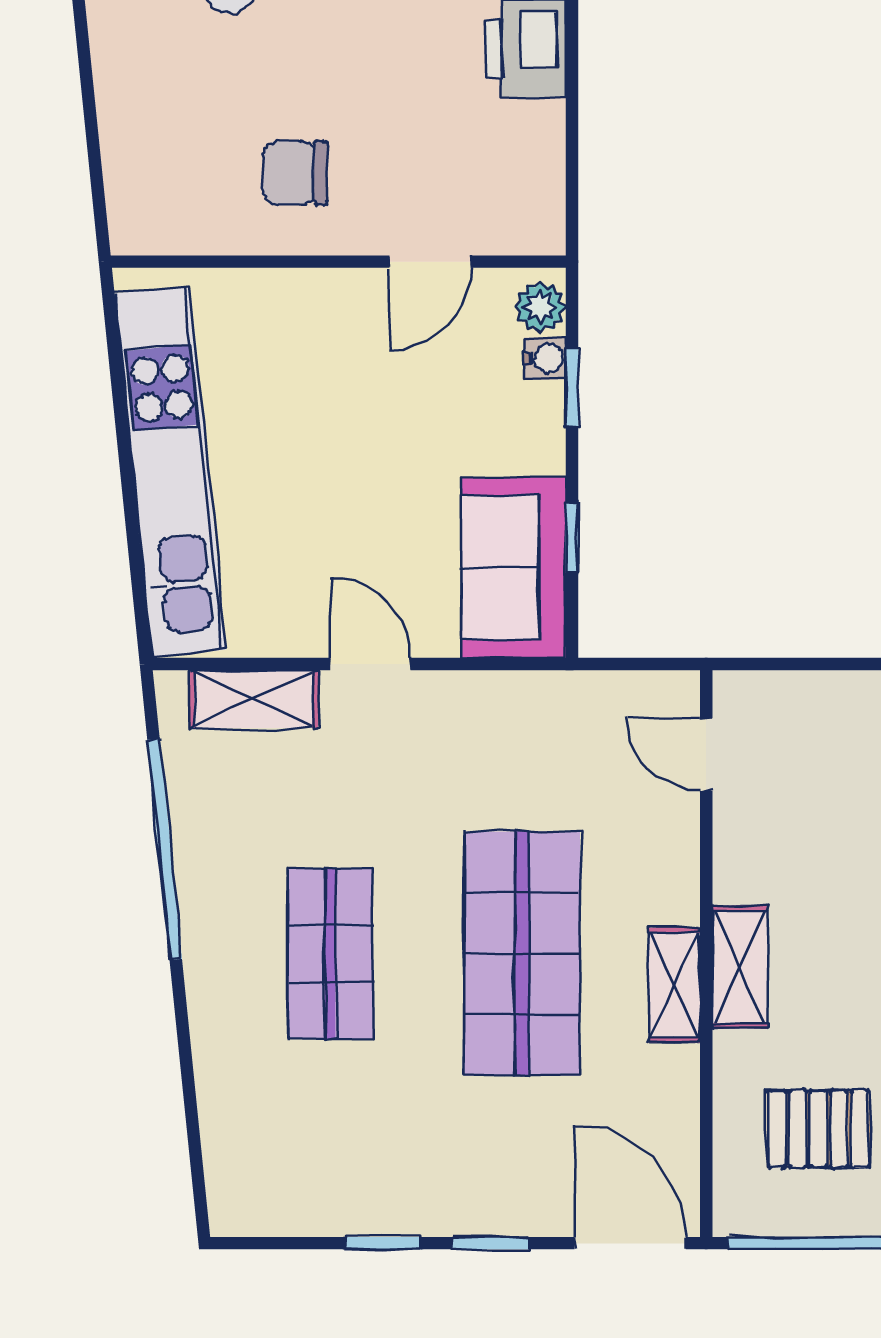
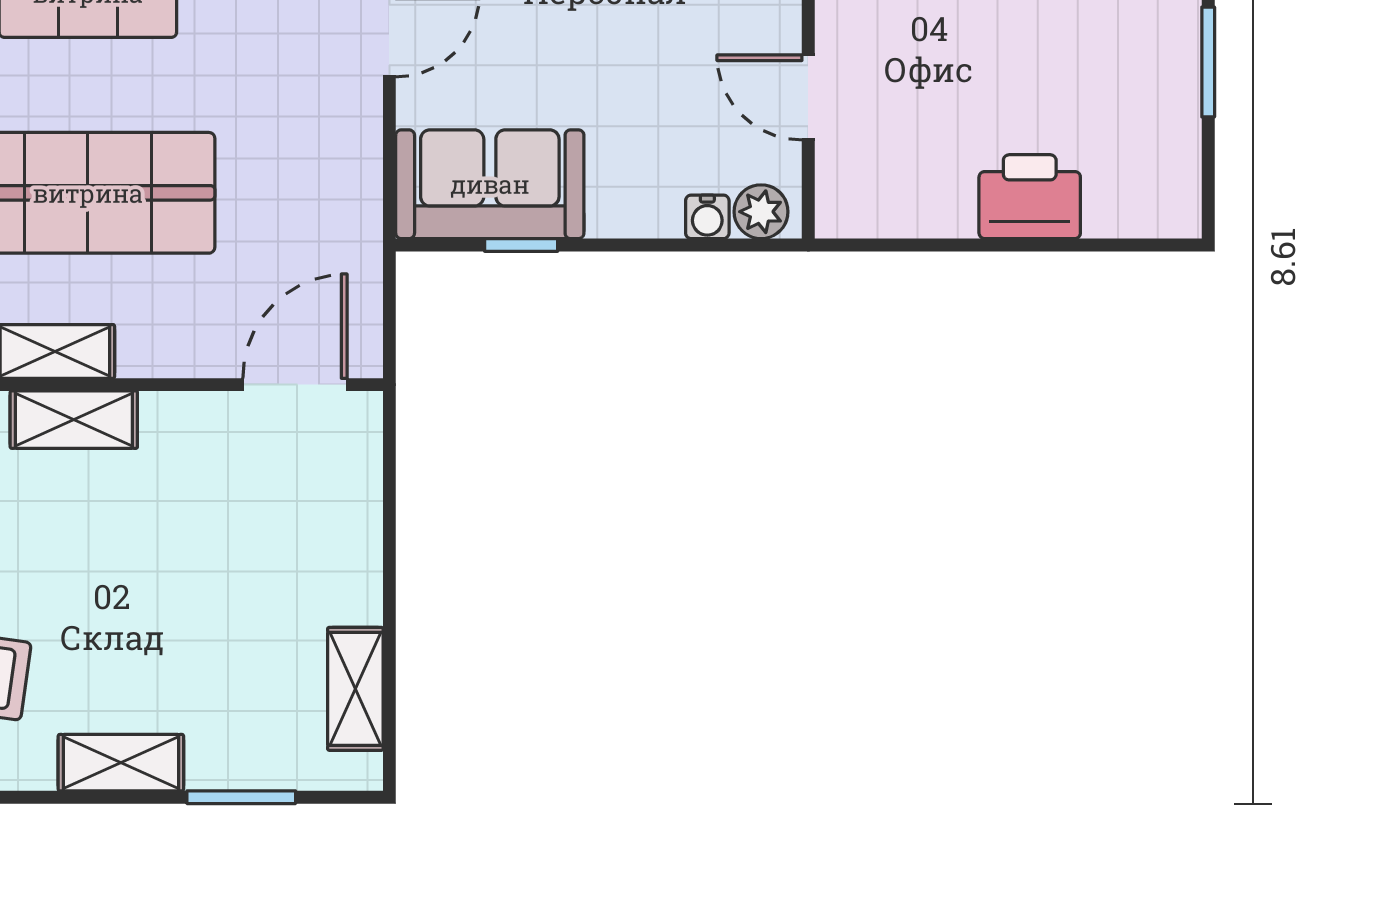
window: (572, 388) -> (677, 245), removed
door: (706, 755) -> (295, 385), width x1.37

